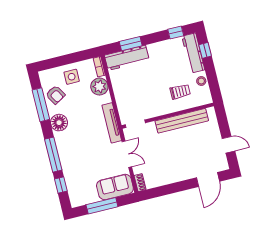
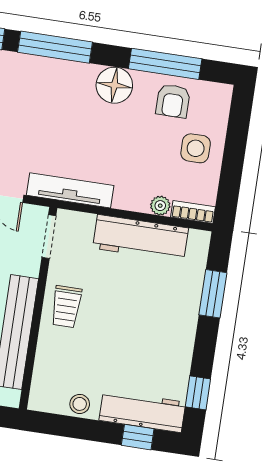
workbench: (127, 58) -> (140, 238), moved, turned -90
plant: (99, 87) -> (160, 206), width x0.53, depth x0.53
trolley: (180, 92) -> (66, 307), moved
armchair: (55, 95) -> (173, 101), turned -59

